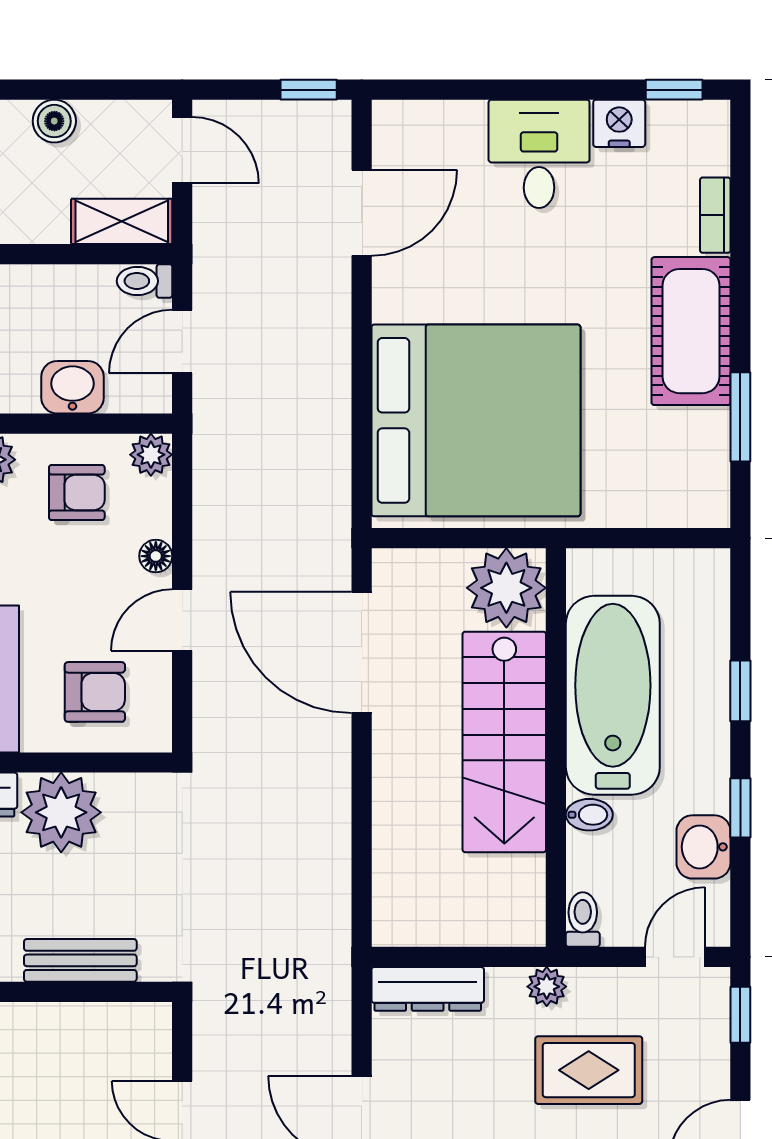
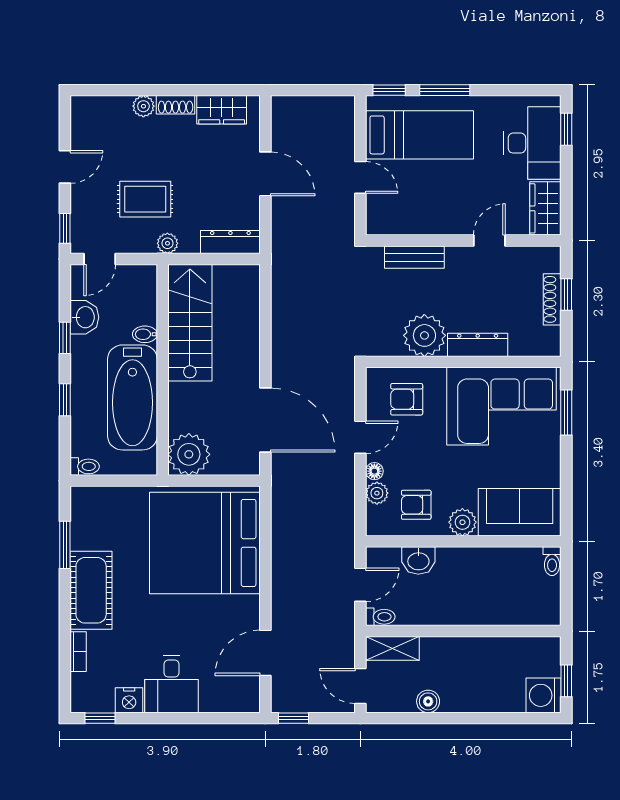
plant: (151, 455) -> (377, 493), moved
stairs: (504, 742) -> (190, 323), moved
toilet: (583, 920) -> (85, 466), moved, turned -90

